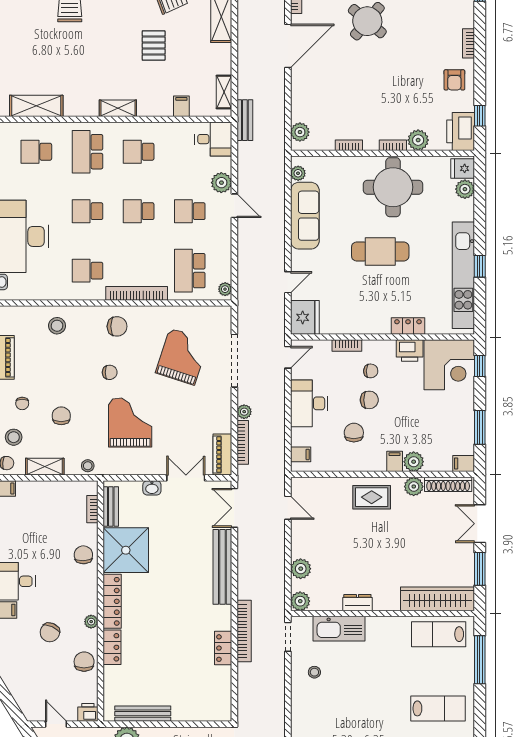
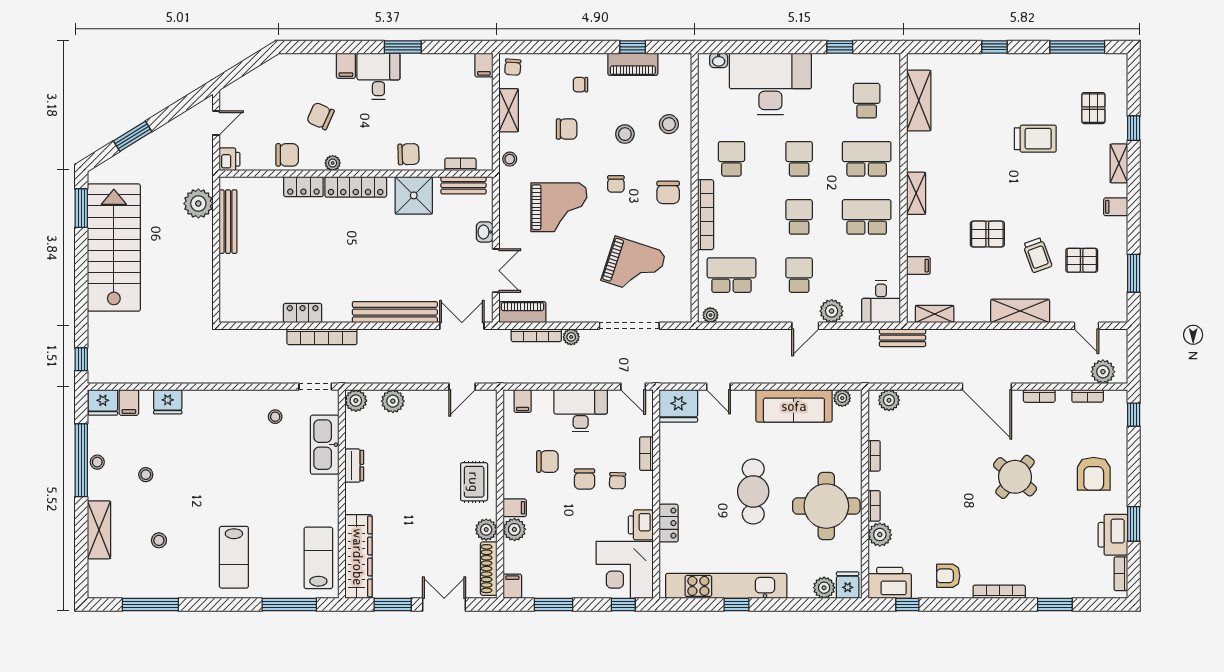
bookcase: (468, 43) -> (999, 592), width x1.56
school desk: (139, 152) -> (867, 217), width x1.85
stool: (14, 437) -> (625, 134), moved
shower: (126, 550) -> (414, 195), width x0.73, depth x0.73

